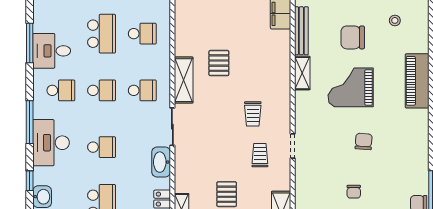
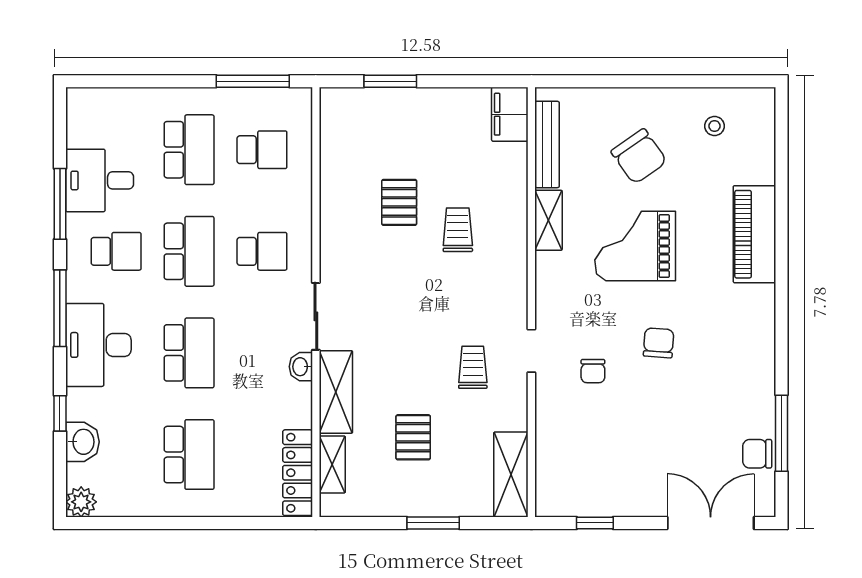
chair: (353, 37) -> (639, 156), turned -125
window: (30, 43) -> (60, 204), moved
shelving: (184, 80) -> (336, 392), moved
school desk: (102, 90) -> (189, 251), width x1.85
trolley: (253, 114) -> (458, 230), moved, turned 180
school desk: (102, 147) -> (189, 353), width x1.85
washbasin: (161, 162) -> (301, 367), width x0.52, depth x0.69
chair: (354, 192) -> (593, 371), moved

